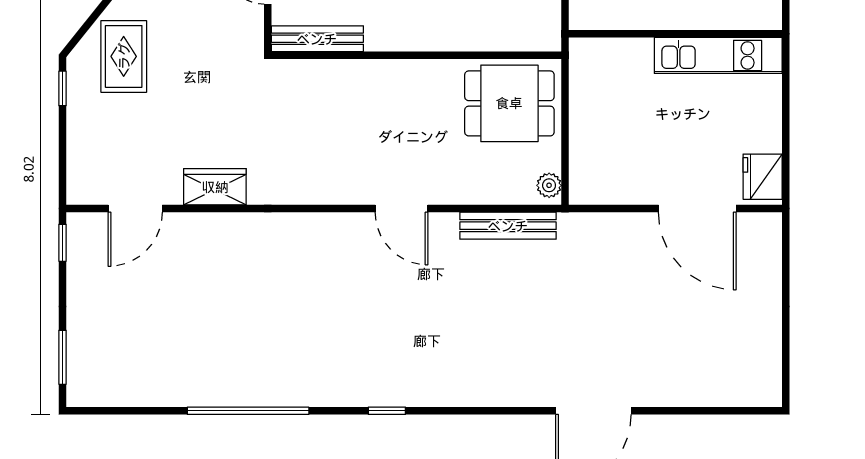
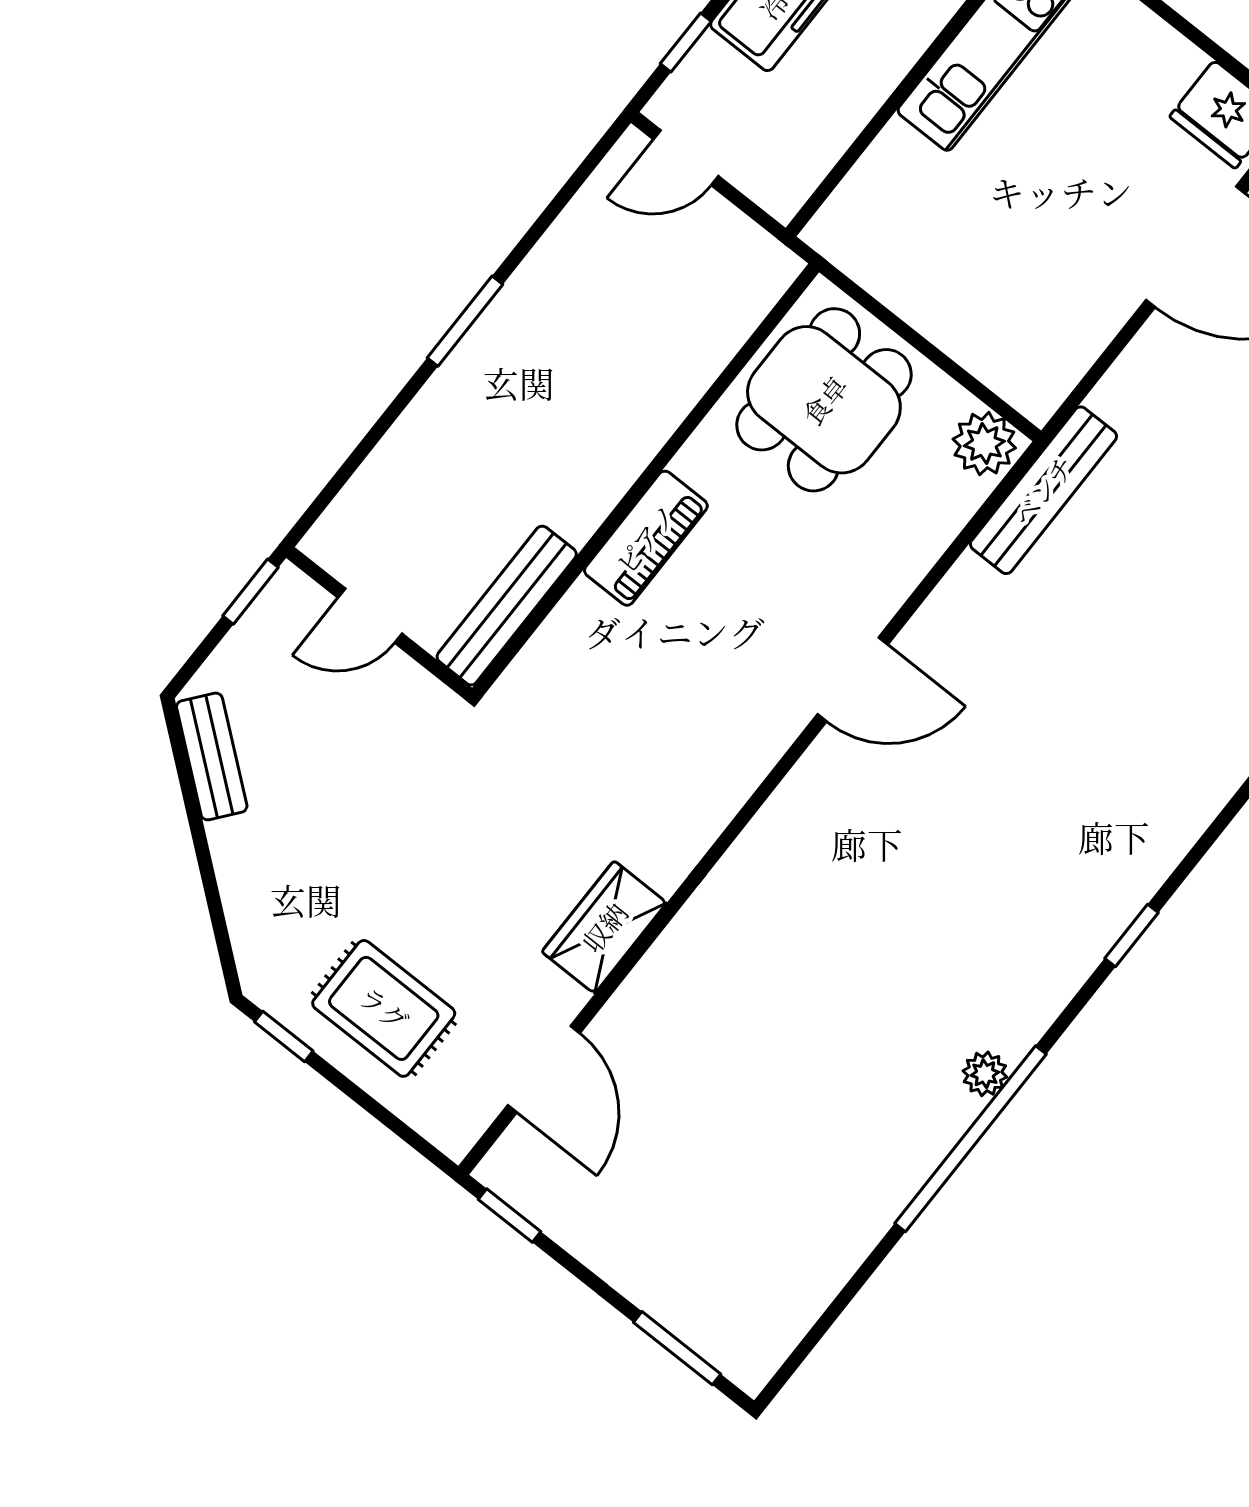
rug: (124, 56) -> (384, 1008), moved
piano: (392, 75) -> (646, 538), added
plant: (549, 185) -> (984, 444), width x1.38, depth x1.38
bench: (508, 226) -> (1043, 490), moved
plant: (280, 395) -> (985, 1074), added

